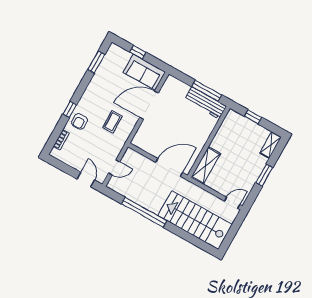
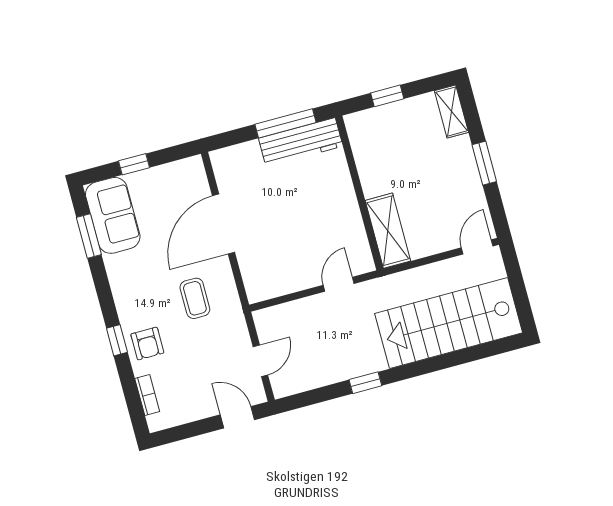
sofa: (144, 72) -> (113, 215), moved, turned -90
door: (169, 167) -> (339, 284), width x0.53
window: (144, 212) -> (365, 383), width x0.32

